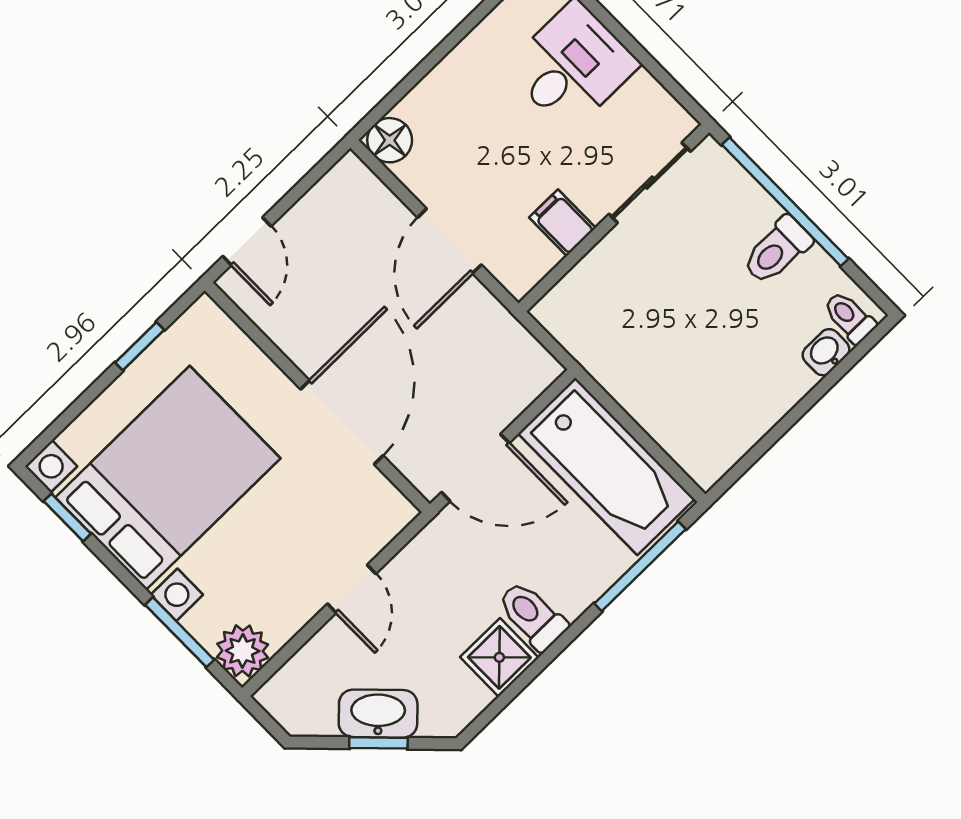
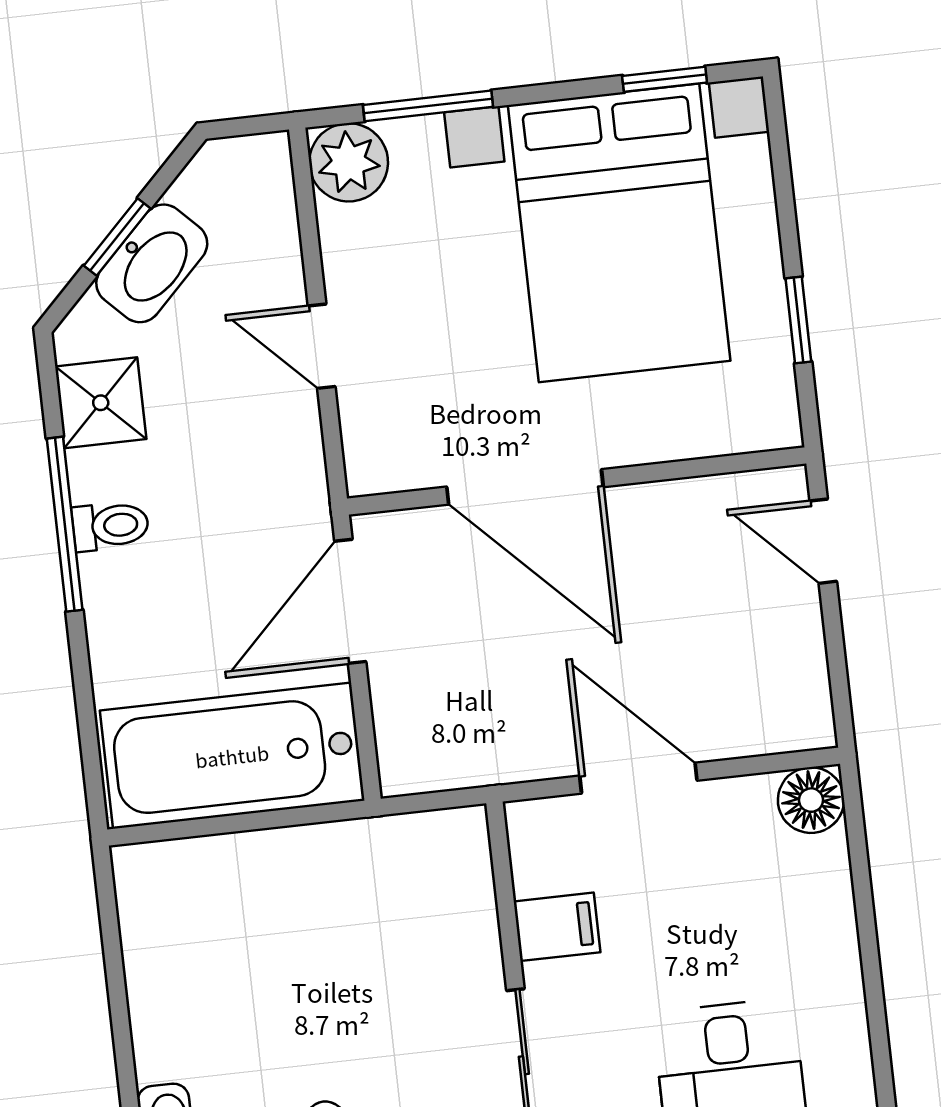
window: (640, 566) -> (65, 524), moved
toilet: (532, 616) -> (110, 526), width x0.73, depth x0.72
shower: (499, 657) -> (101, 403), moved

